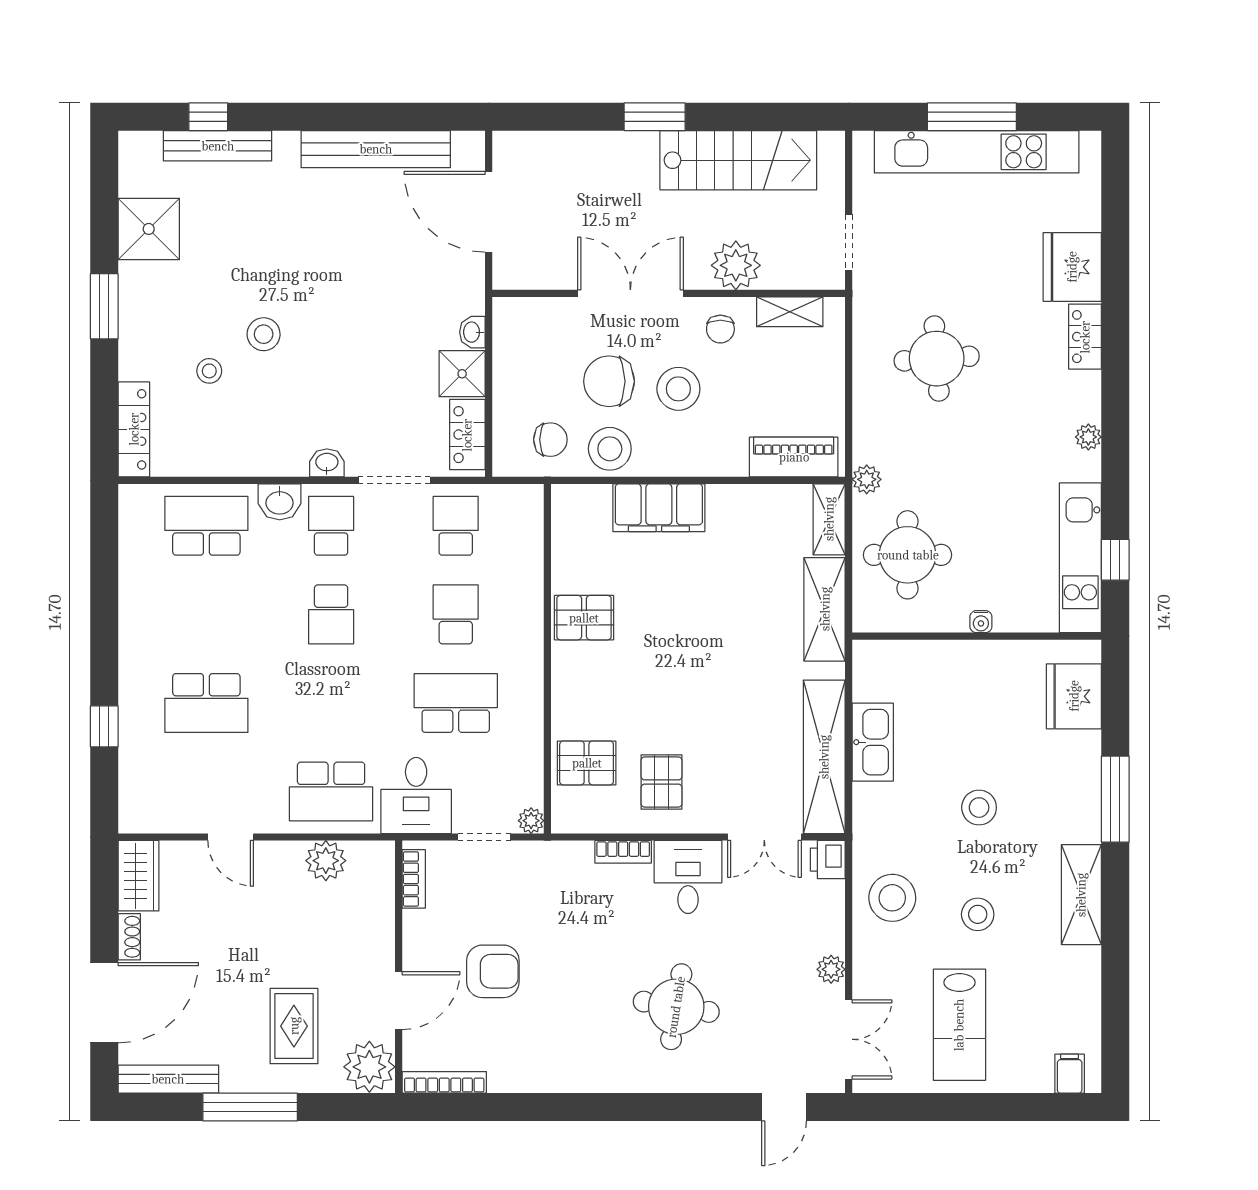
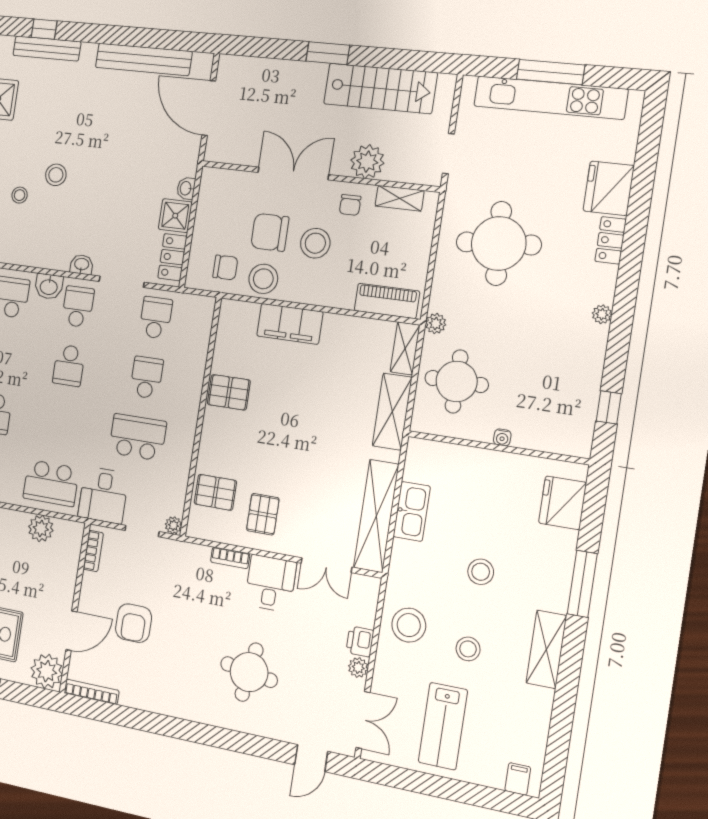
round table: (937, 359) -> (499, 243), width x1.36, depth x1.36
kitchen unit: (1080, 558) -> (583, 402), removed
printer: (828, 860) -> (360, 641), moved
armchair: (493, 971) -> (134, 623), turned 90

